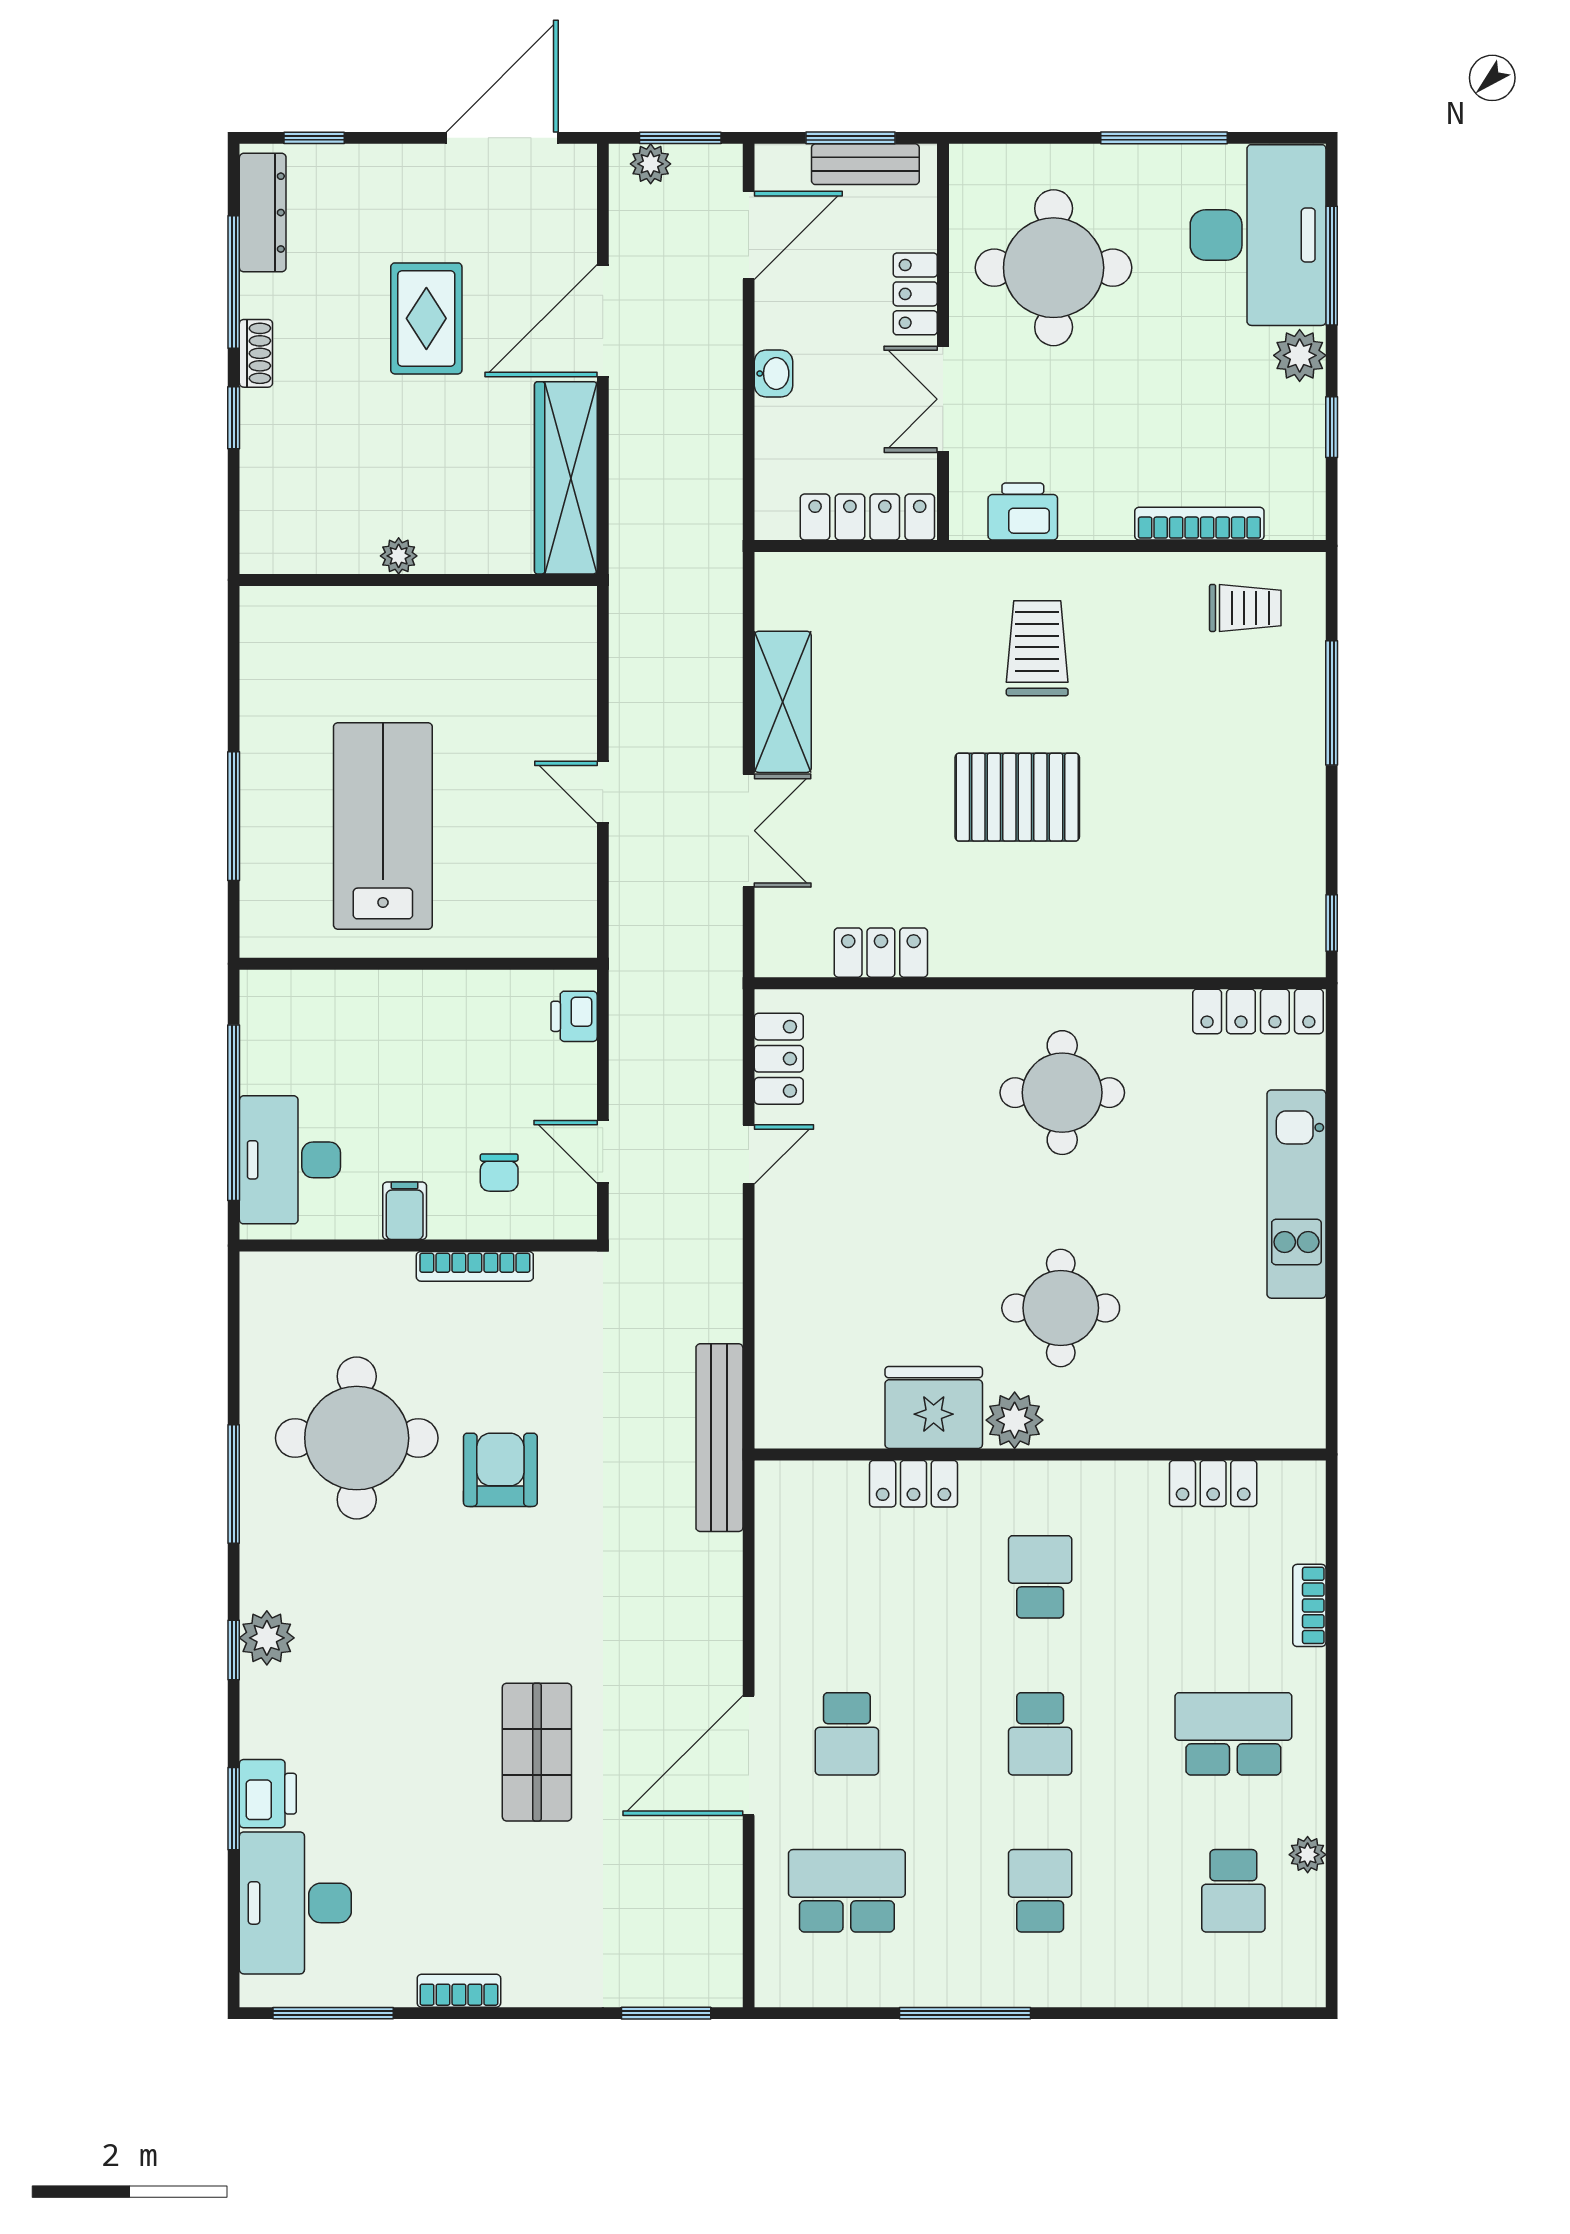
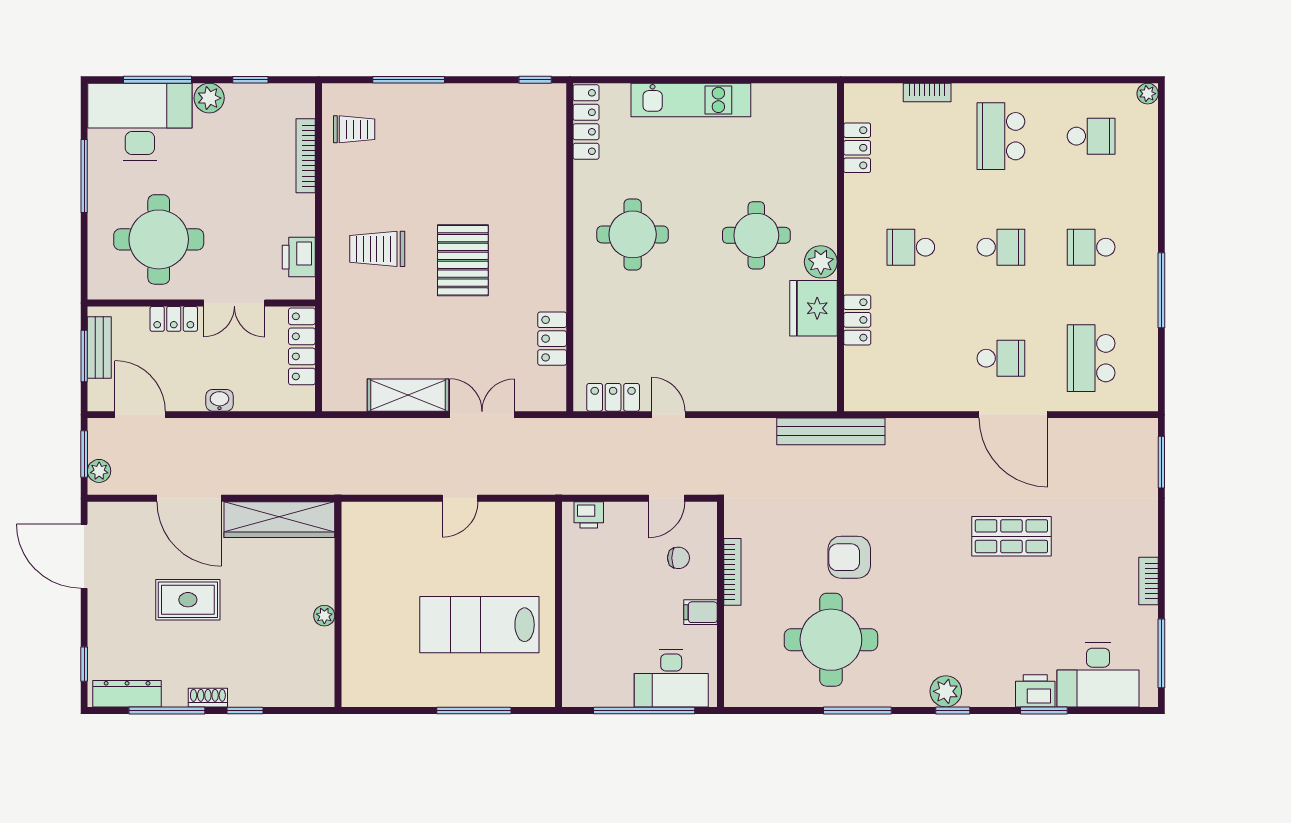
trolley: (1245, 608) -> (354, 129), turned 90
plant: (1308, 1855) -> (1148, 94), moved

